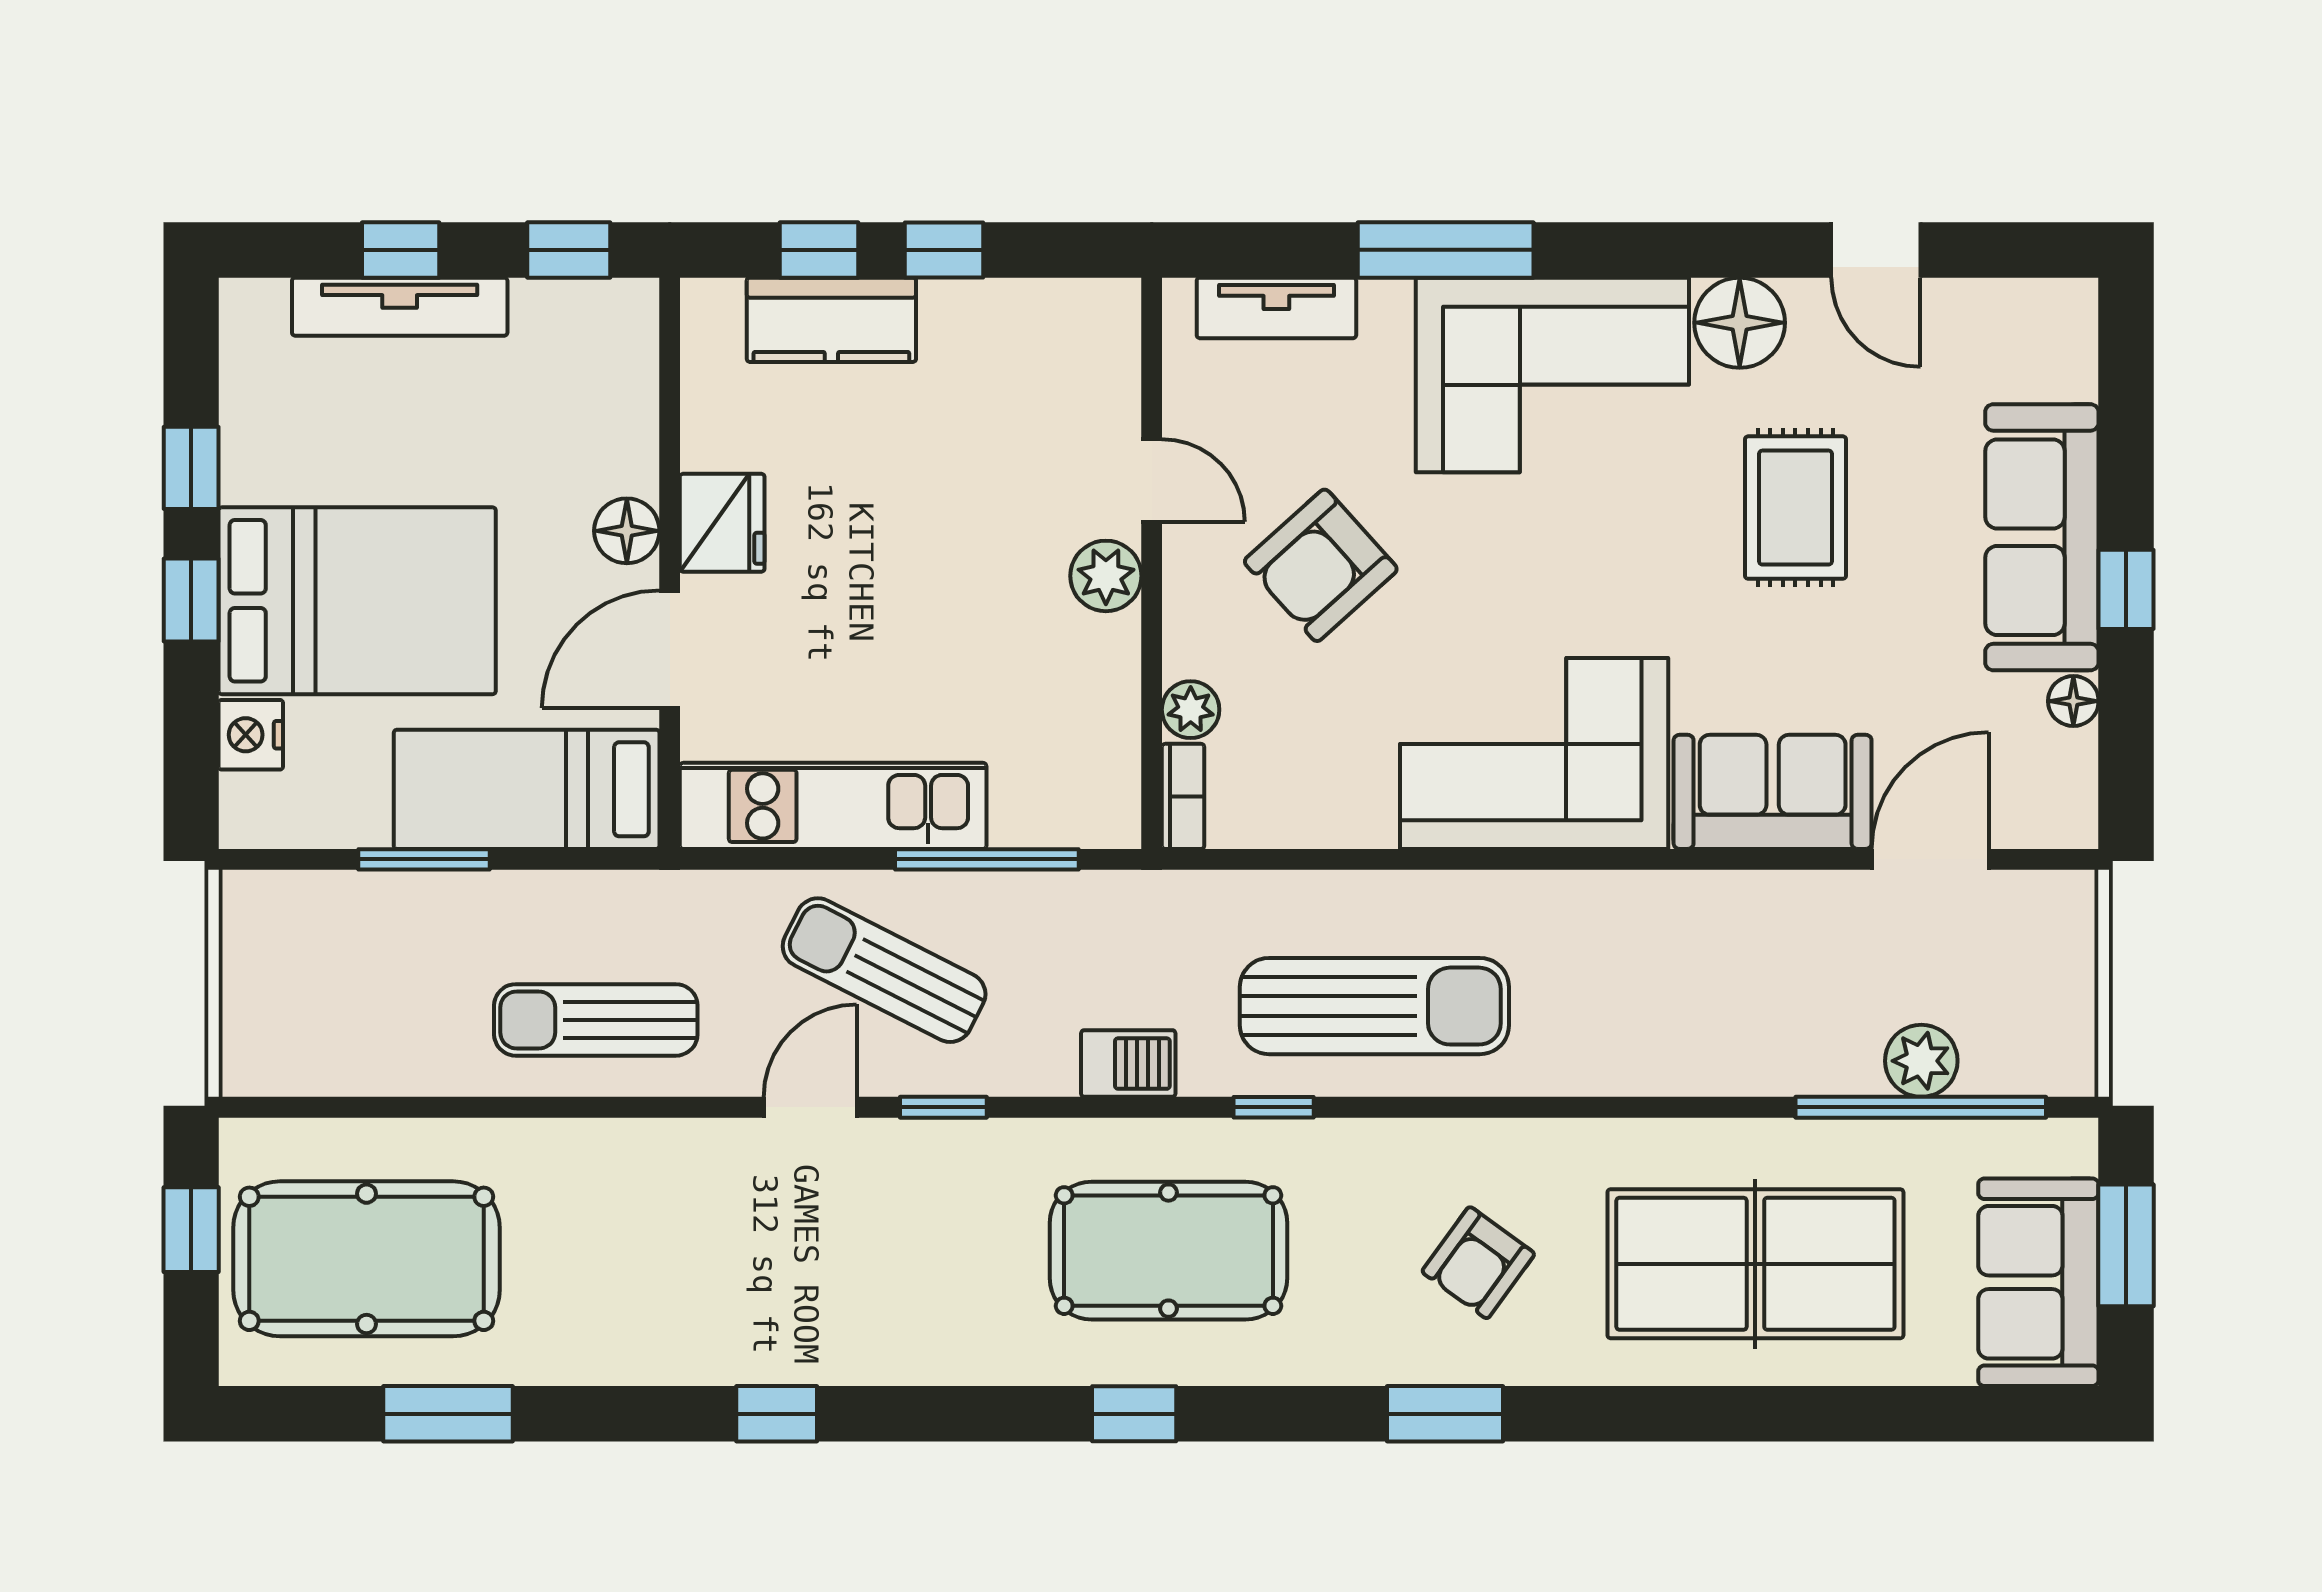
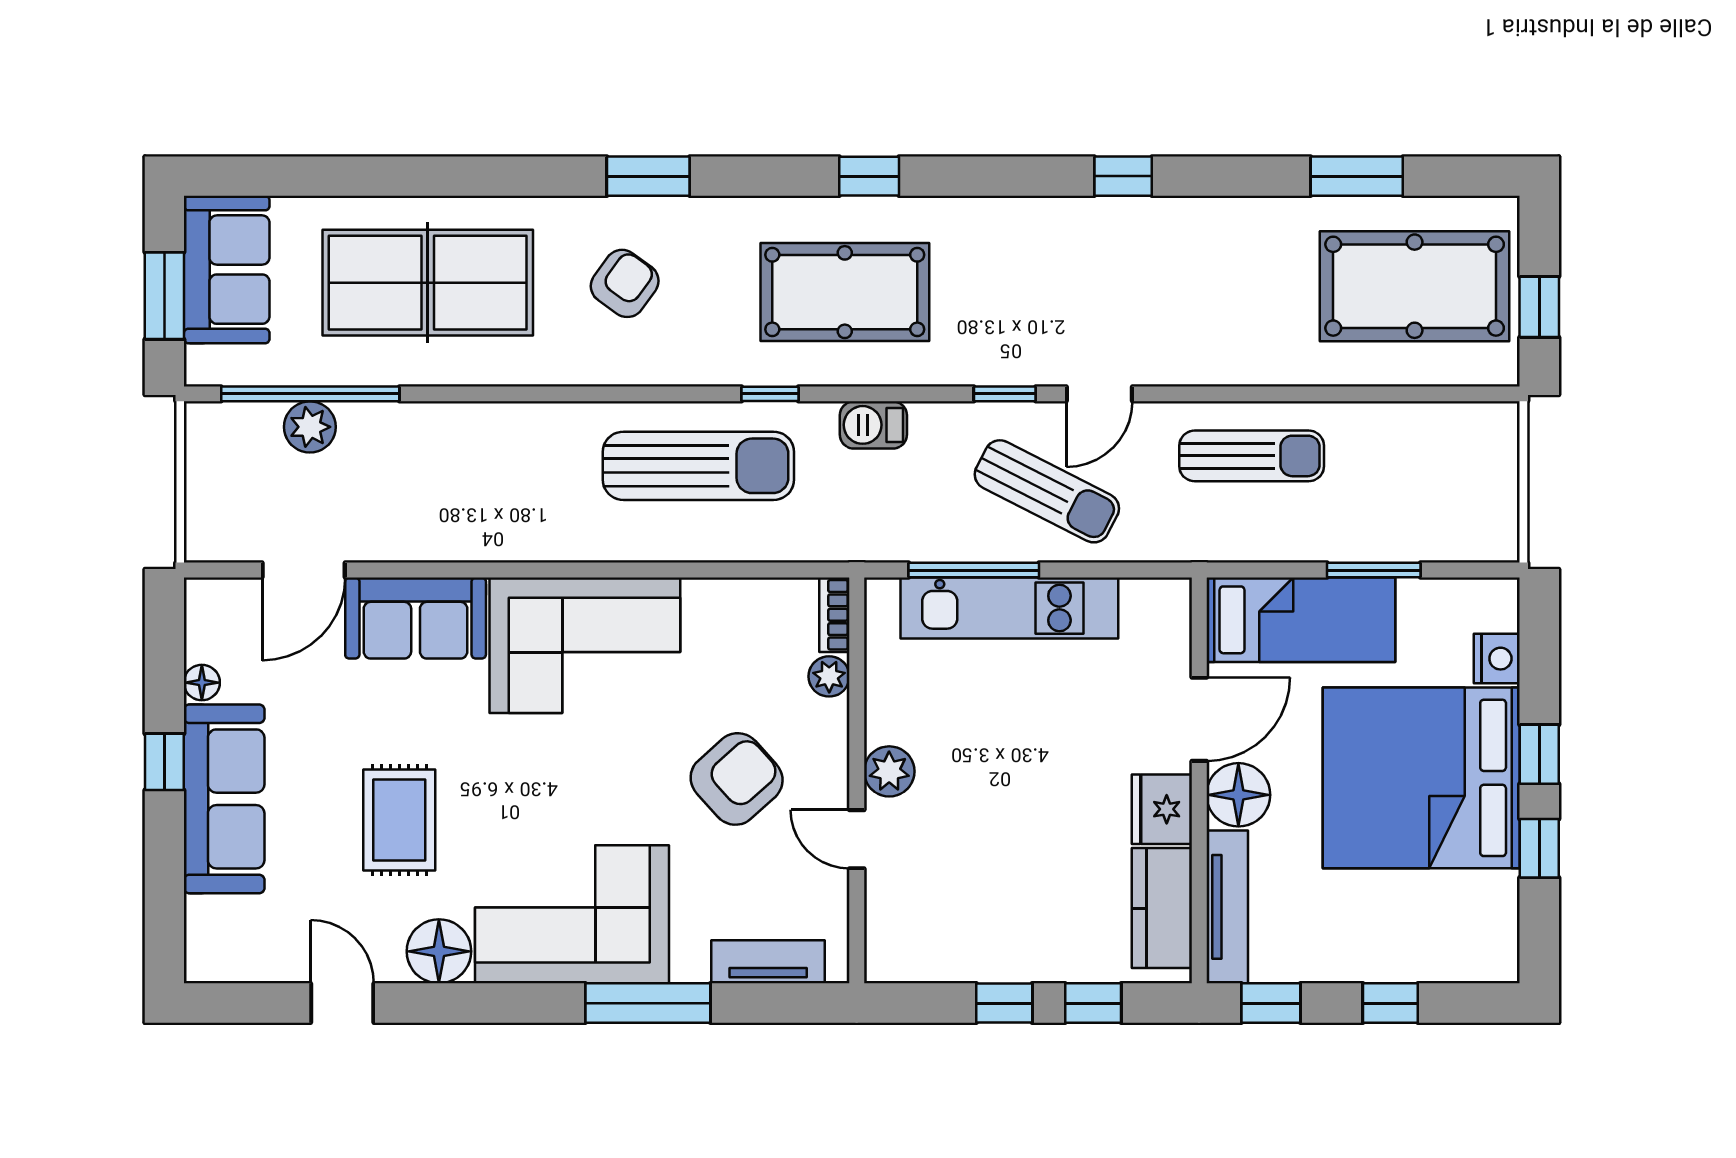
tv unit: (400, 307) -> (1227, 907), moved, turned 90
kitchen counter: (831, 320) -> (1162, 908), moved, turned -90
floor lamp: (627, 531) -> (1238, 795), width x1.38, depth x1.38
bed: (357, 601) -> (1421, 778), width x1.36
kitchen unit: (833, 806) -> (1009, 608), moved
sun lounger: (1374, 1006) -> (698, 466), turned 180

